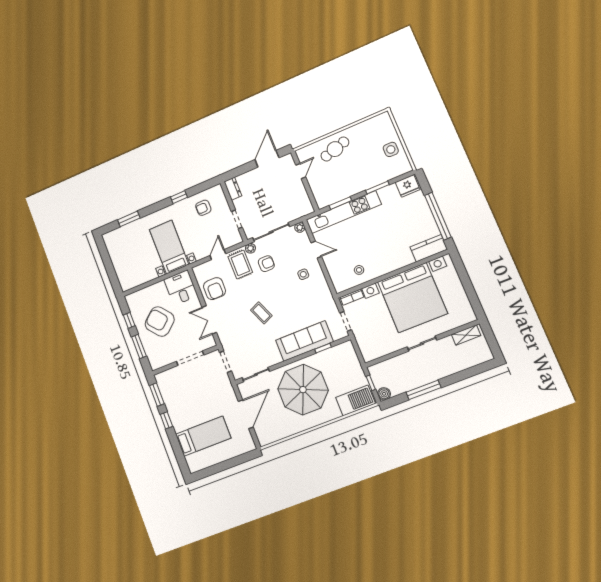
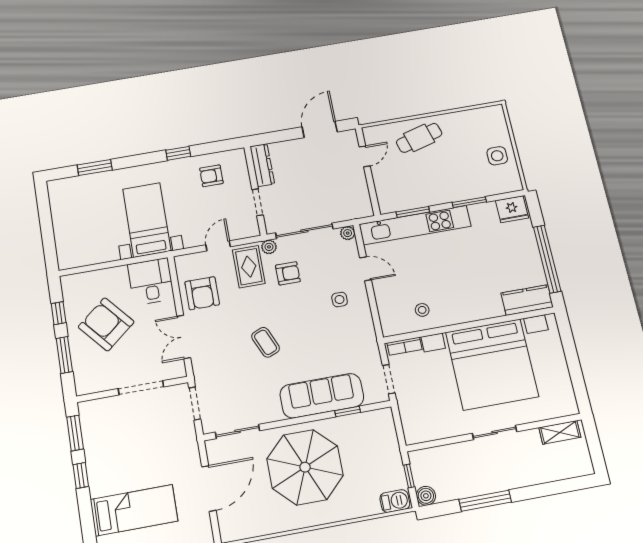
dresser: (233, 189) -> (262, 165), width x1.44
barbecue: (356, 400) -> (395, 501), width x0.53, depth x0.65

